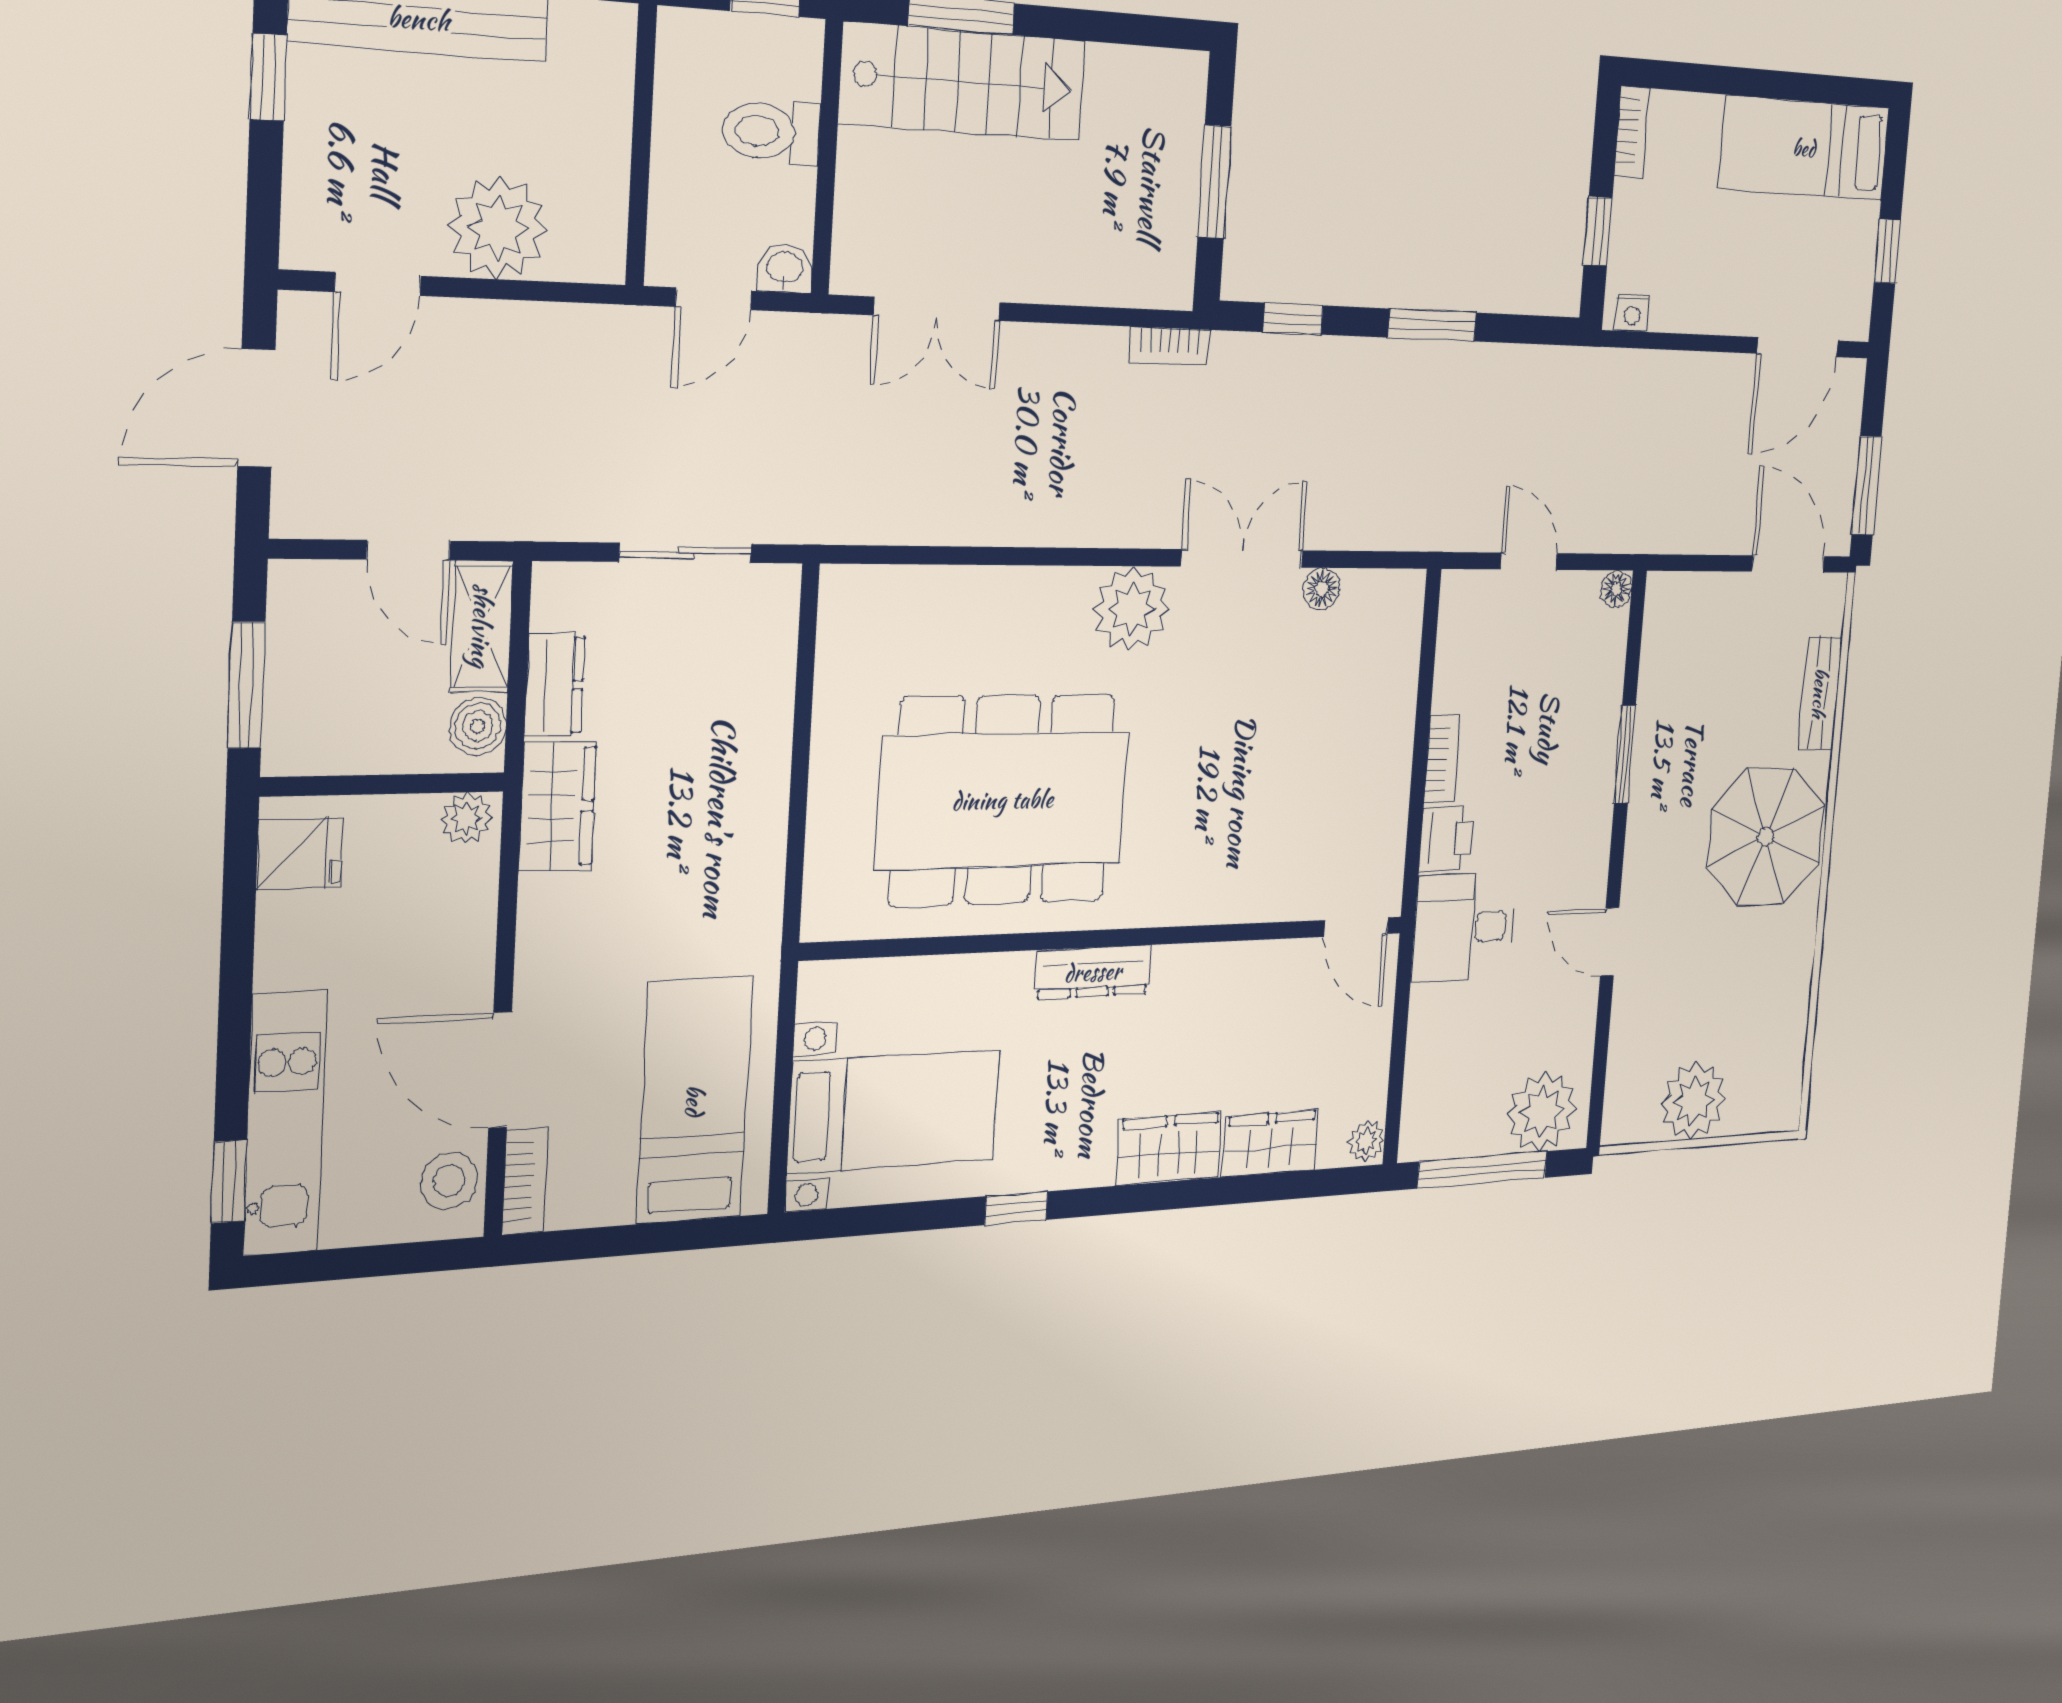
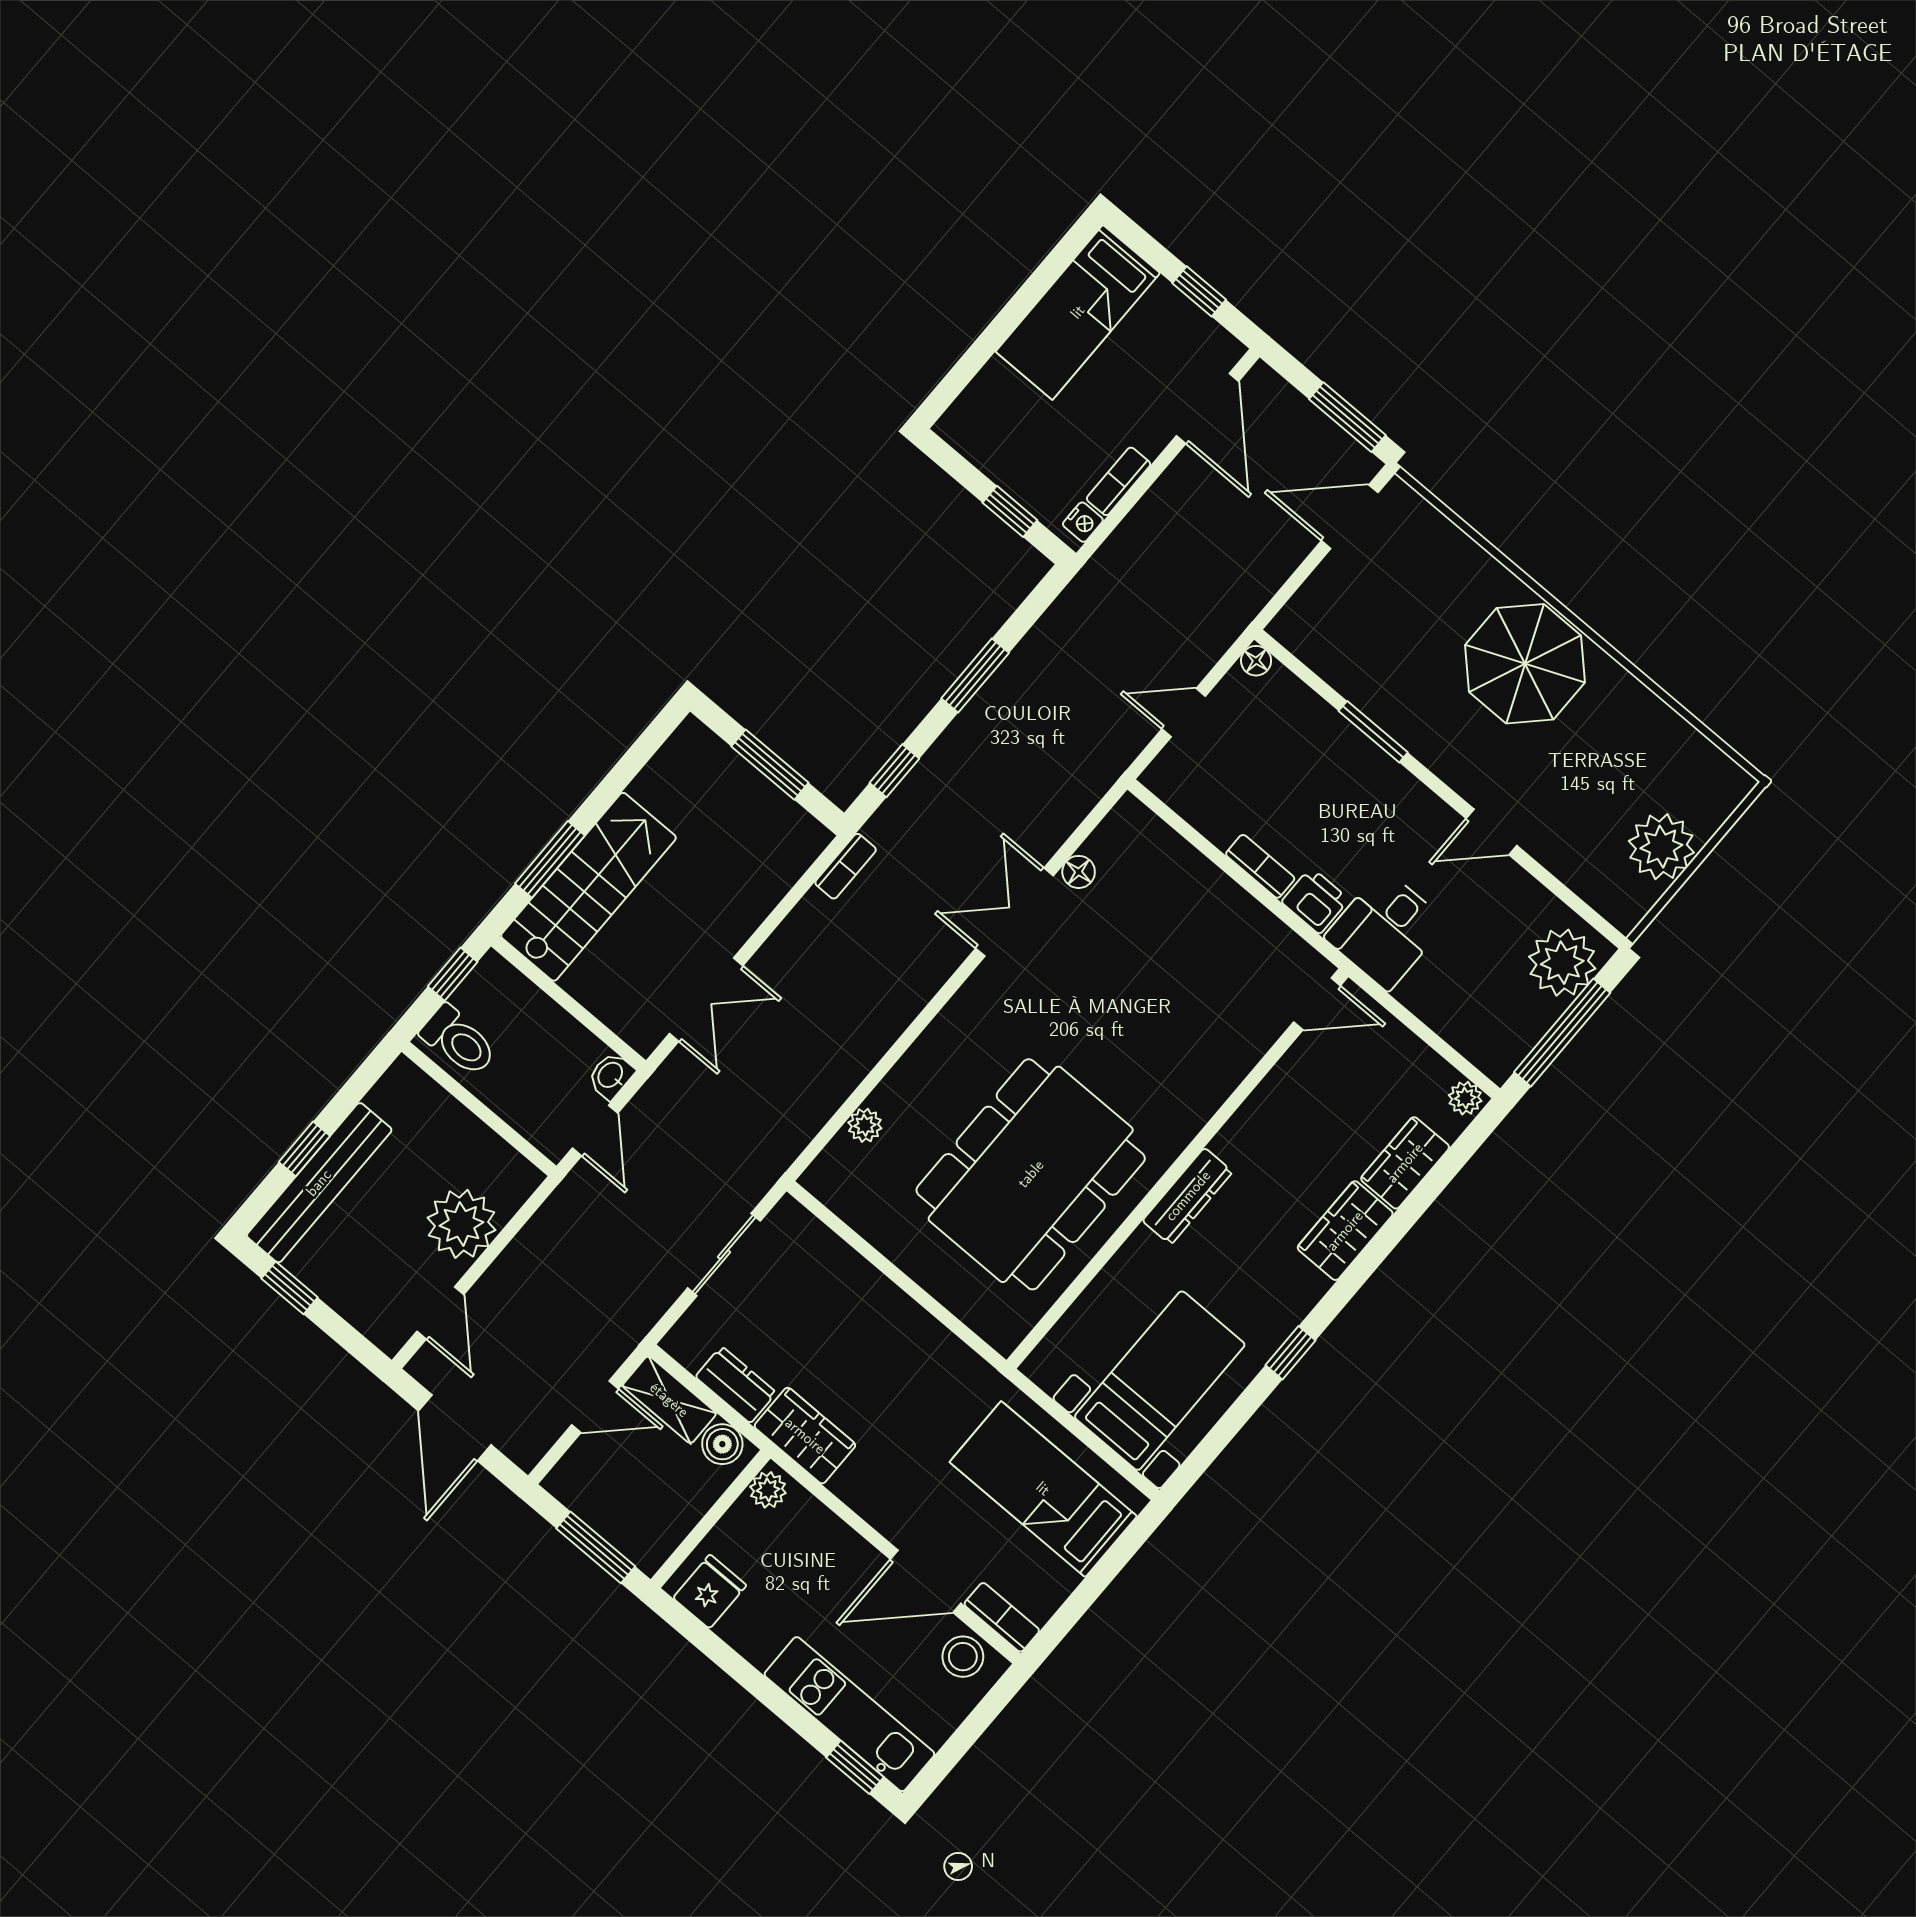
toilet: (771, 132) -> (459, 1041), moved, turned -90
bookcase: (1632, 132) -> (1119, 481), moved, turned -90
plant: (1131, 609) -> (865, 1125), moved, width x0.53, depth x0.53
bench: (1820, 693) -> (1461, 553), removed

